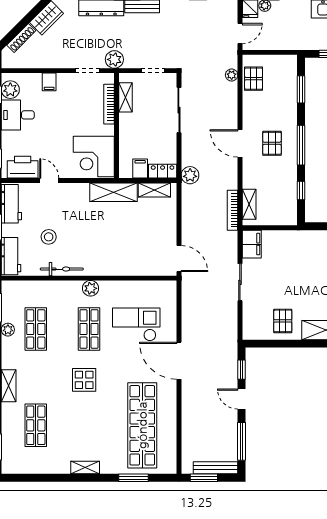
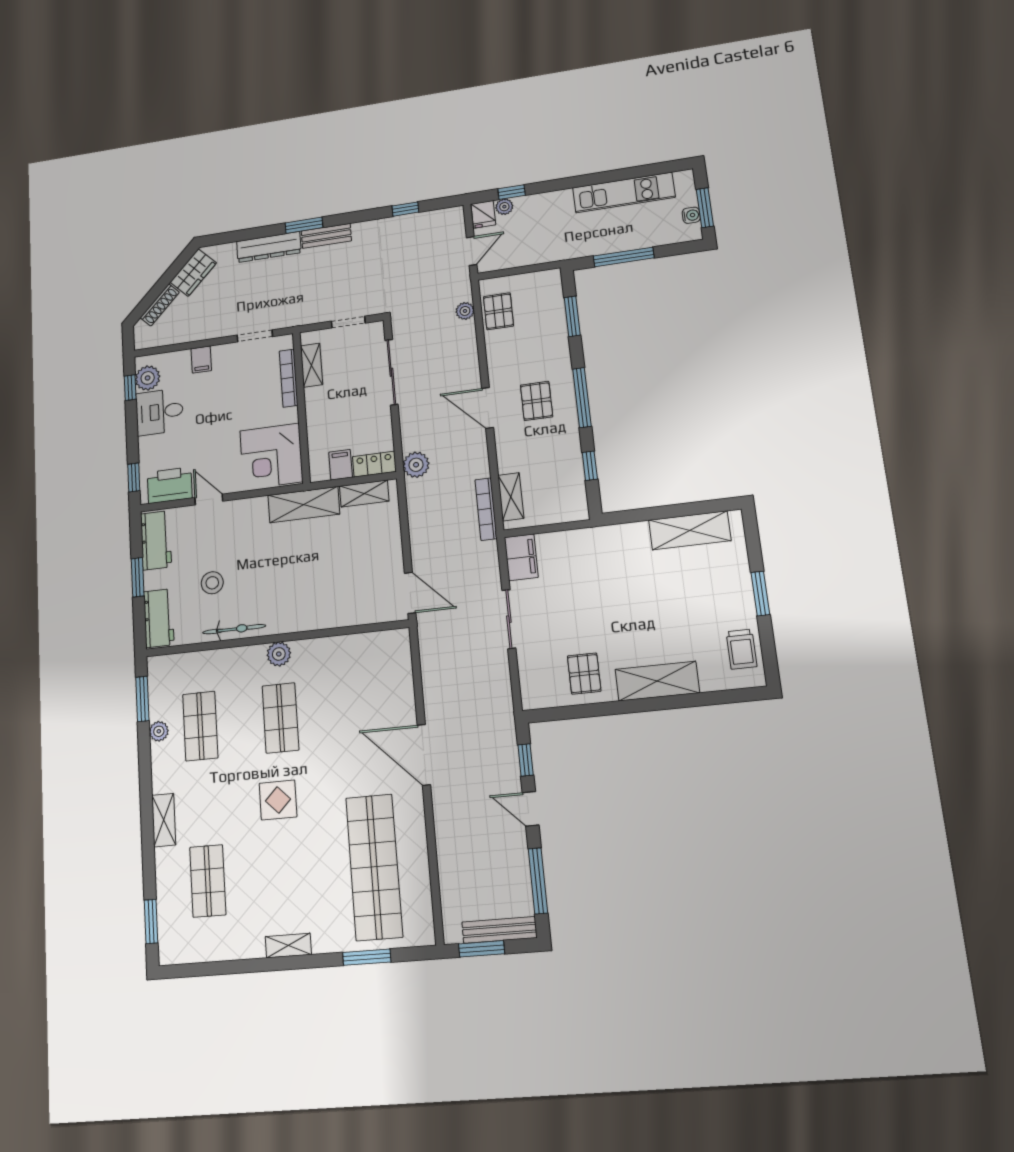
plant: (114, 59) -> (292, 315), removed
checkout: (136, 324) -> (352, 703), removed

